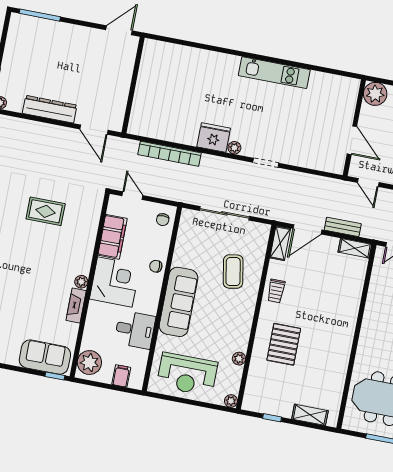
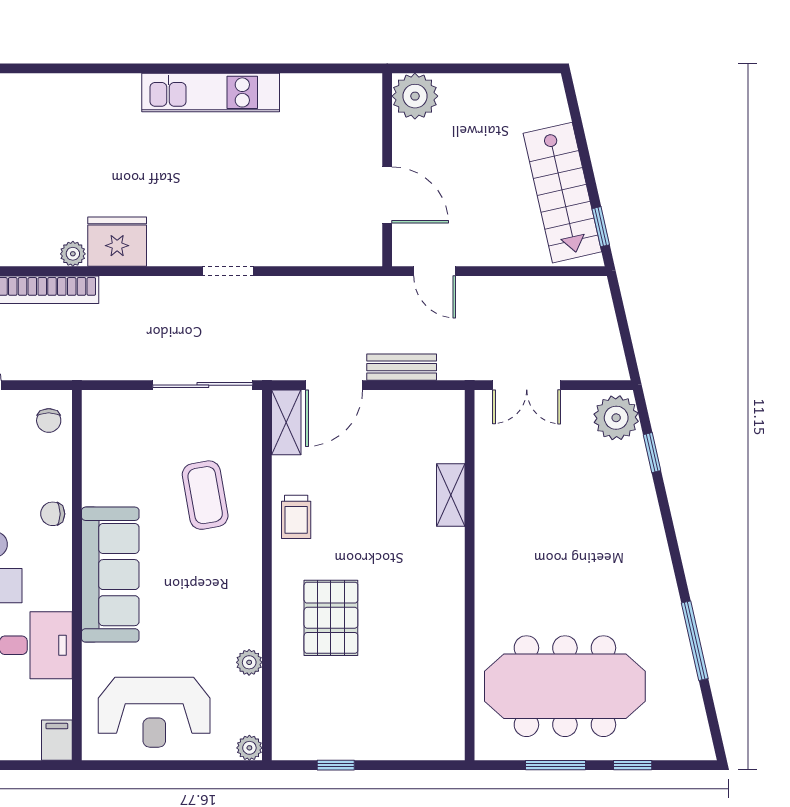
plant: (234, 148) -> (73, 254), moved
sliding door: (224, 213) -> (203, 385), moved
shelving: (355, 248) -> (451, 495), moved, turned 90
filing cabinet: (121, 376) -> (57, 740), moved
shelving: (310, 415) -> (408, 745), removed

